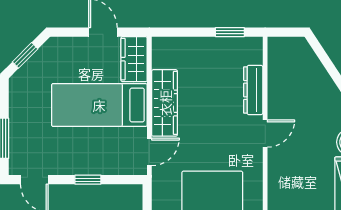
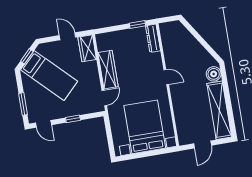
dresser: (253, 90) -> (153, 38), moved
bed: (99, 105) -> (49, 75), moved, turned -135
door: (265, 133) -> (166, 77), hinge flipped

